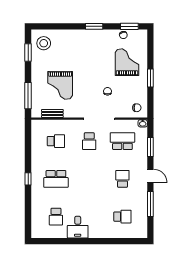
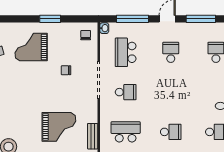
school desk: (56, 141) -> (126, 132), width x1.85
window: (150, 147) -> (133, 19), width x1.44
school desk: (56, 179) -> (171, 132), width x0.54
school desk: (122, 179) -> (171, 52), turned 90

